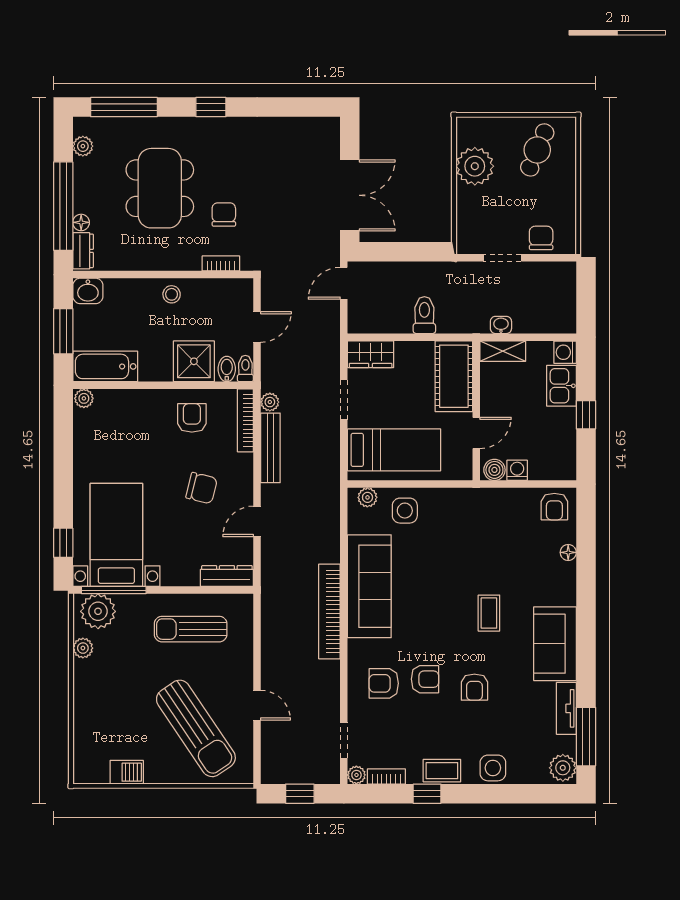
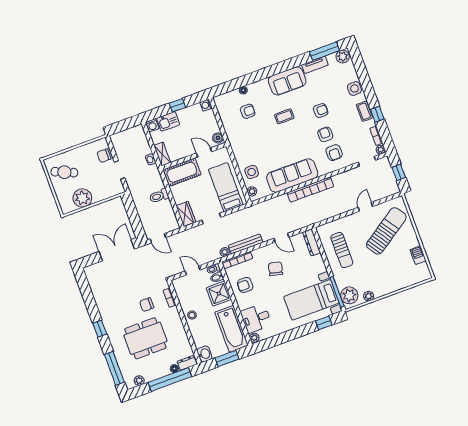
bathtub: (105, 366) -> (232, 329), width x1.36, depth x1.36
desk: (120, 416) -> (256, 318), added
washing machine: (517, 470) -> (206, 105), moved
armchair: (554, 507) -> (248, 111), moved

